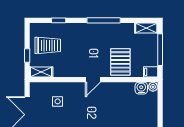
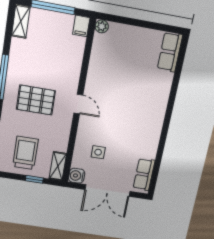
pallet: (120, 62) -> (36, 100), moved
water cooler: (141, 88) -> (77, 176), moved

